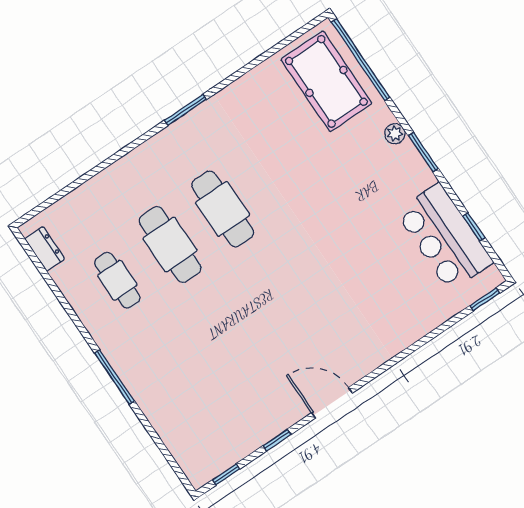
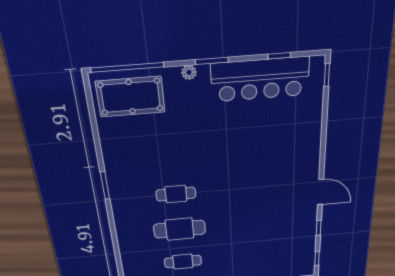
cafe table: (223, 209) -> (176, 194), width x0.73, depth x0.74
bar counter: (444, 237) -> (260, 79), width x1.36
door: (332, 403) -> (321, 192), swing flipped

